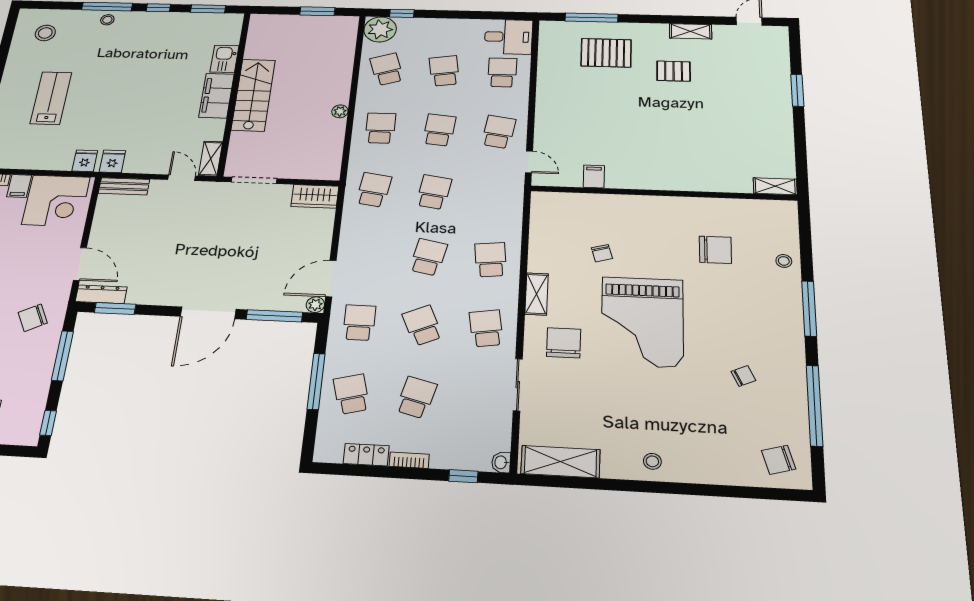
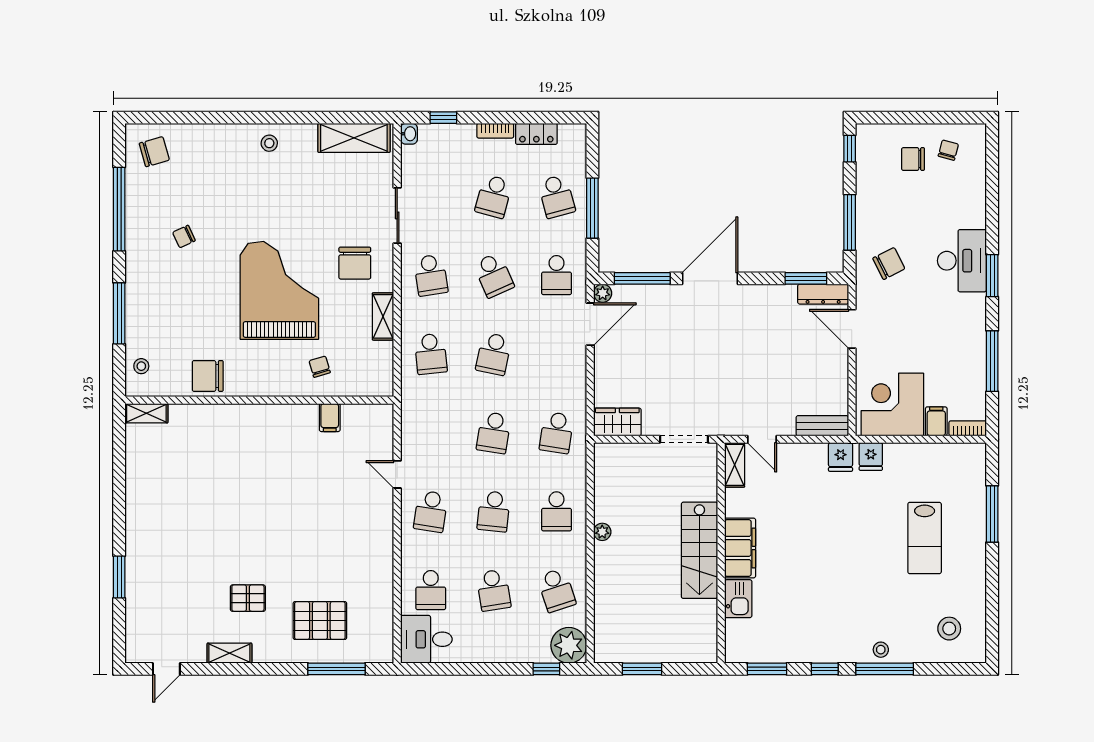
filing cabinet: (594, 176) -> (330, 418), moved
shelving: (775, 186) -> (146, 413), moved
wall: (663, 193) -> (259, 400), moved

